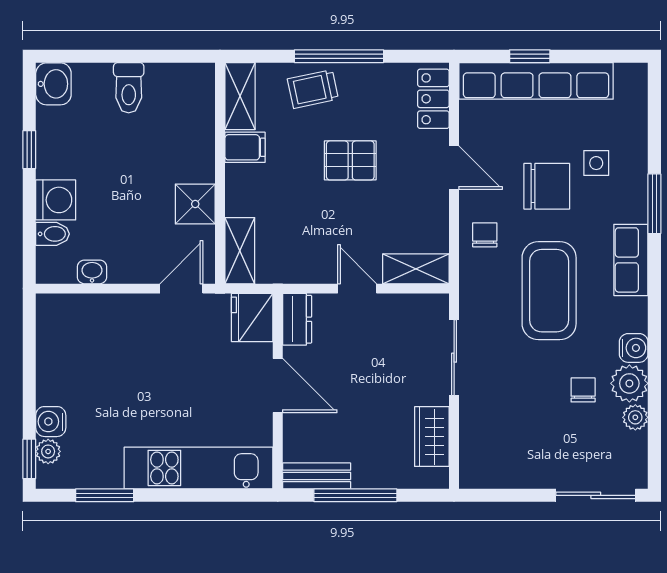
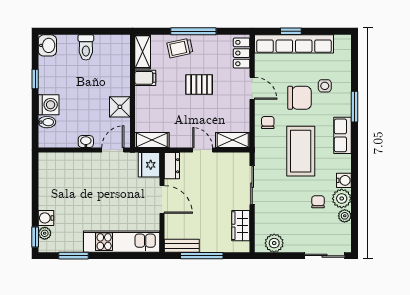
shelving: (240, 251) -> (152, 140), moved, turned 90
washbasin: (92, 272) -> (86, 142), moved
plant: (497, 471) -> (274, 243), added

